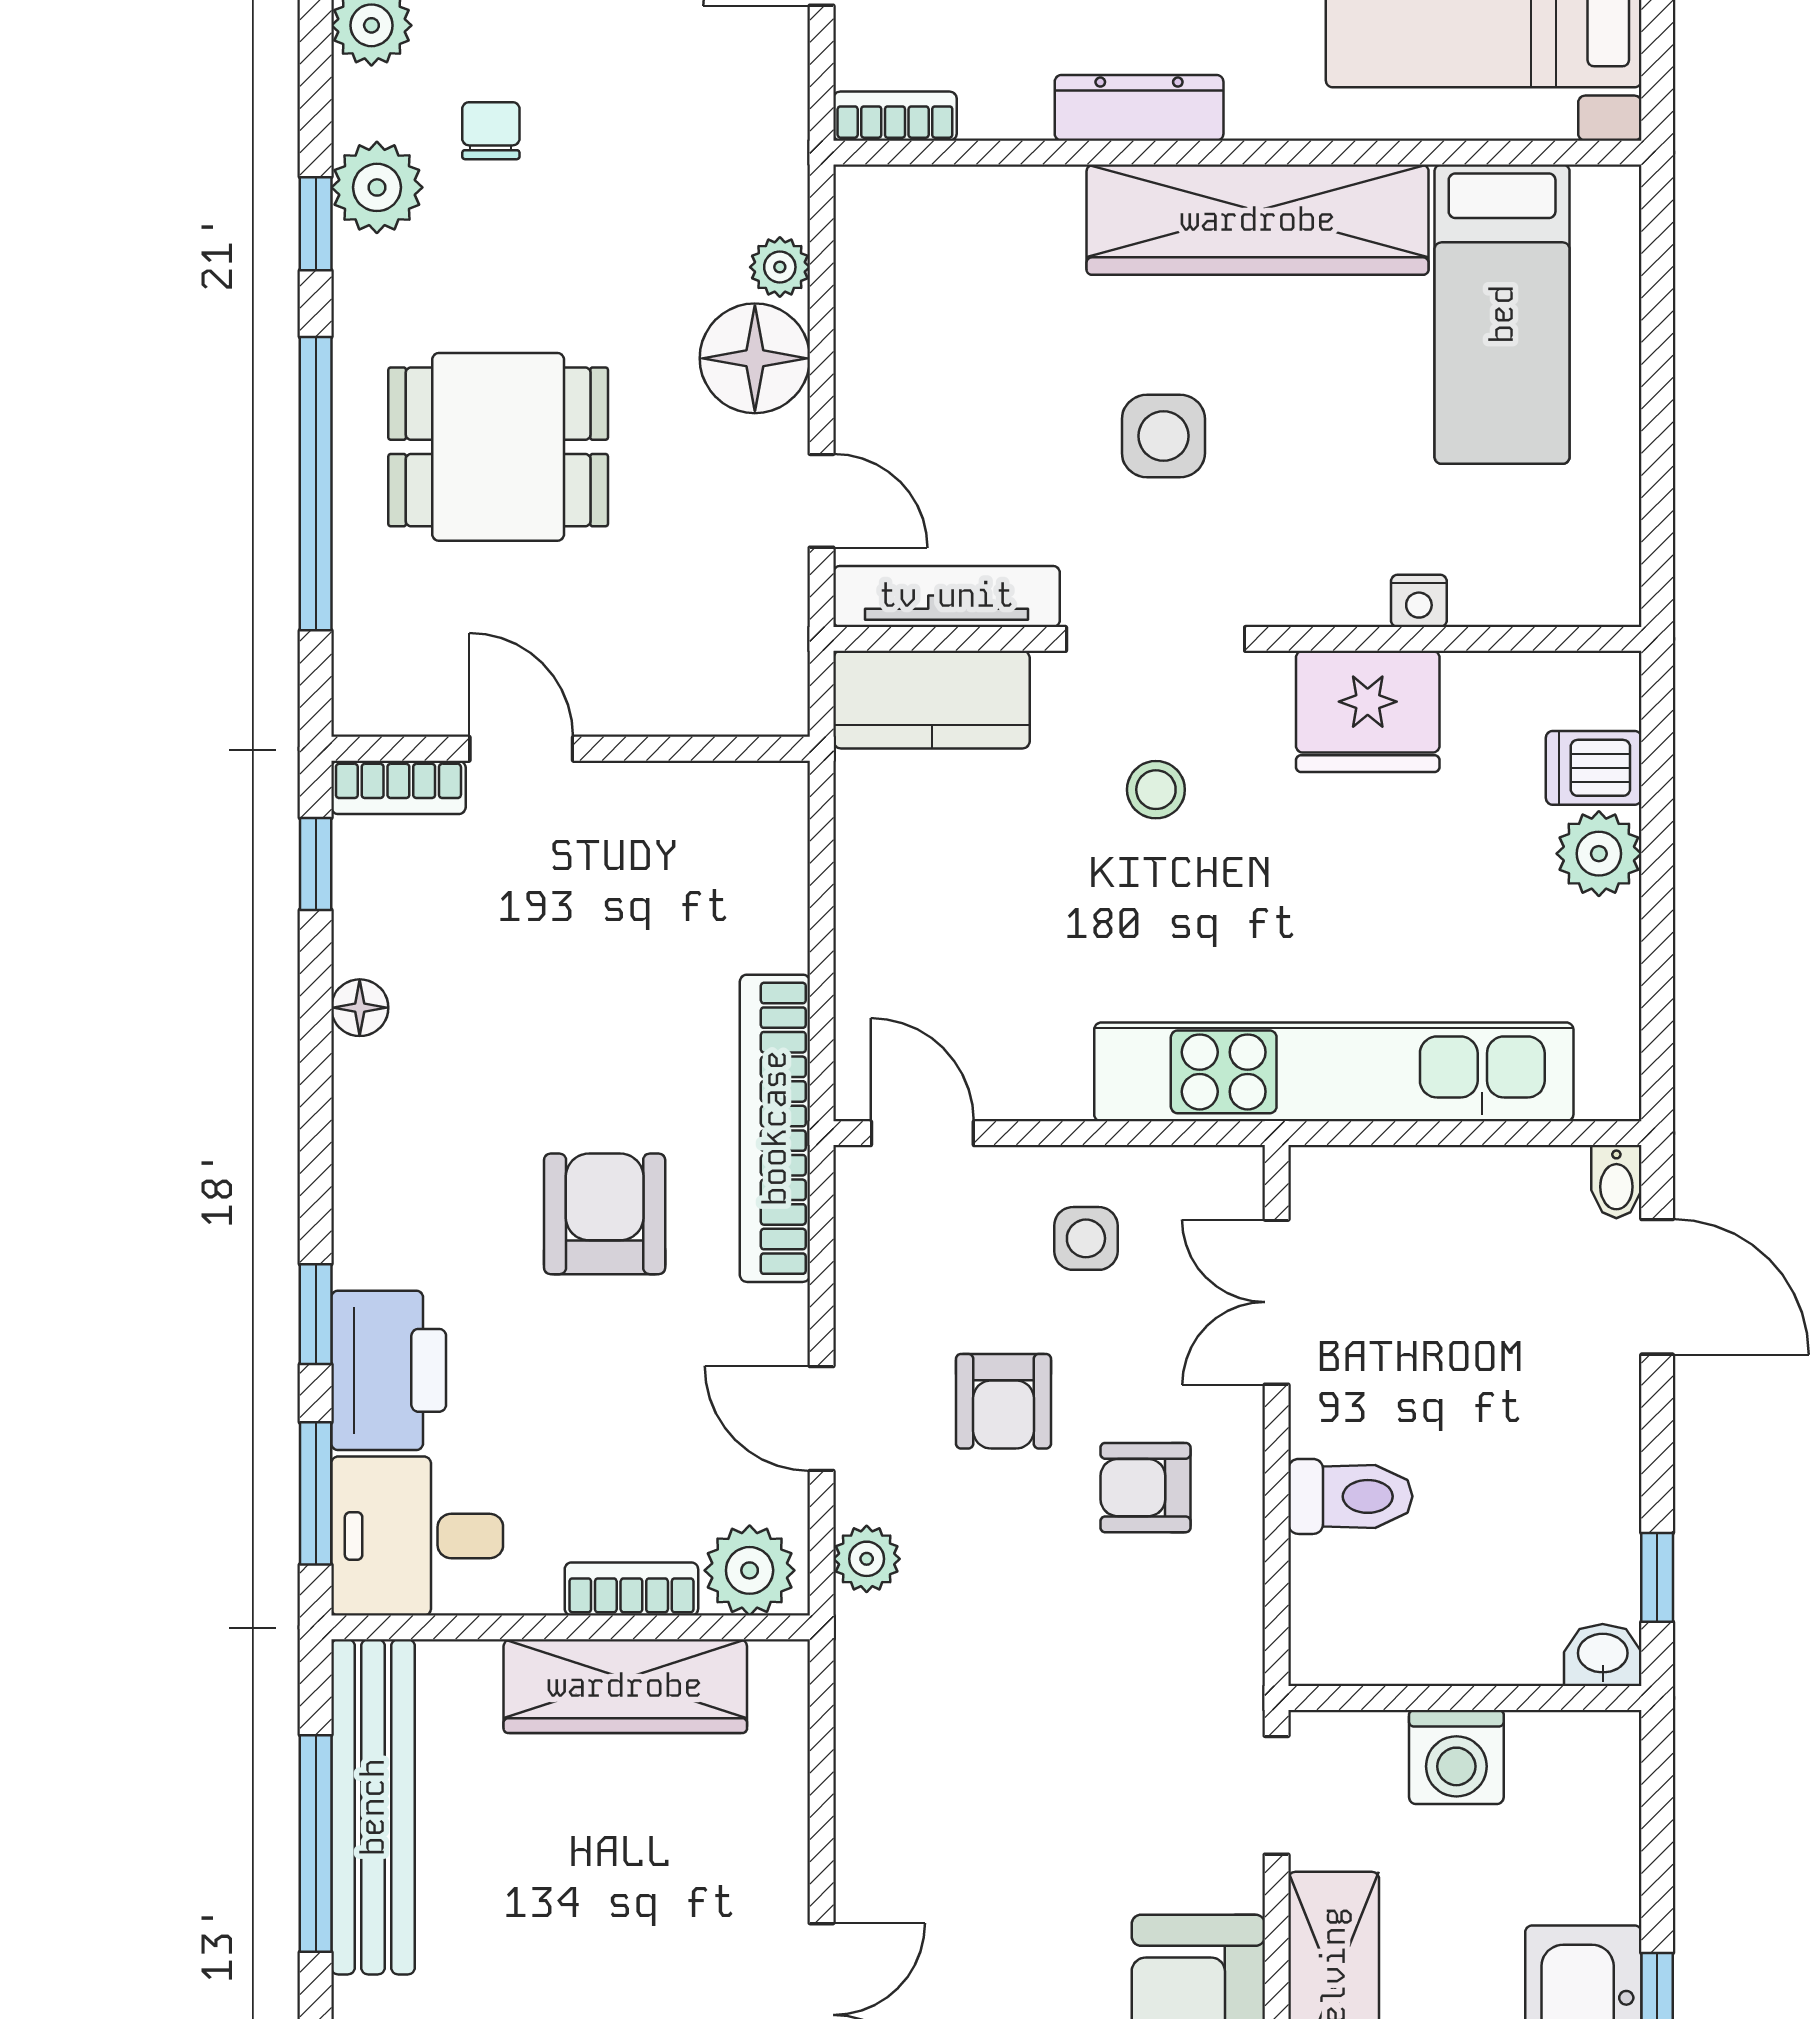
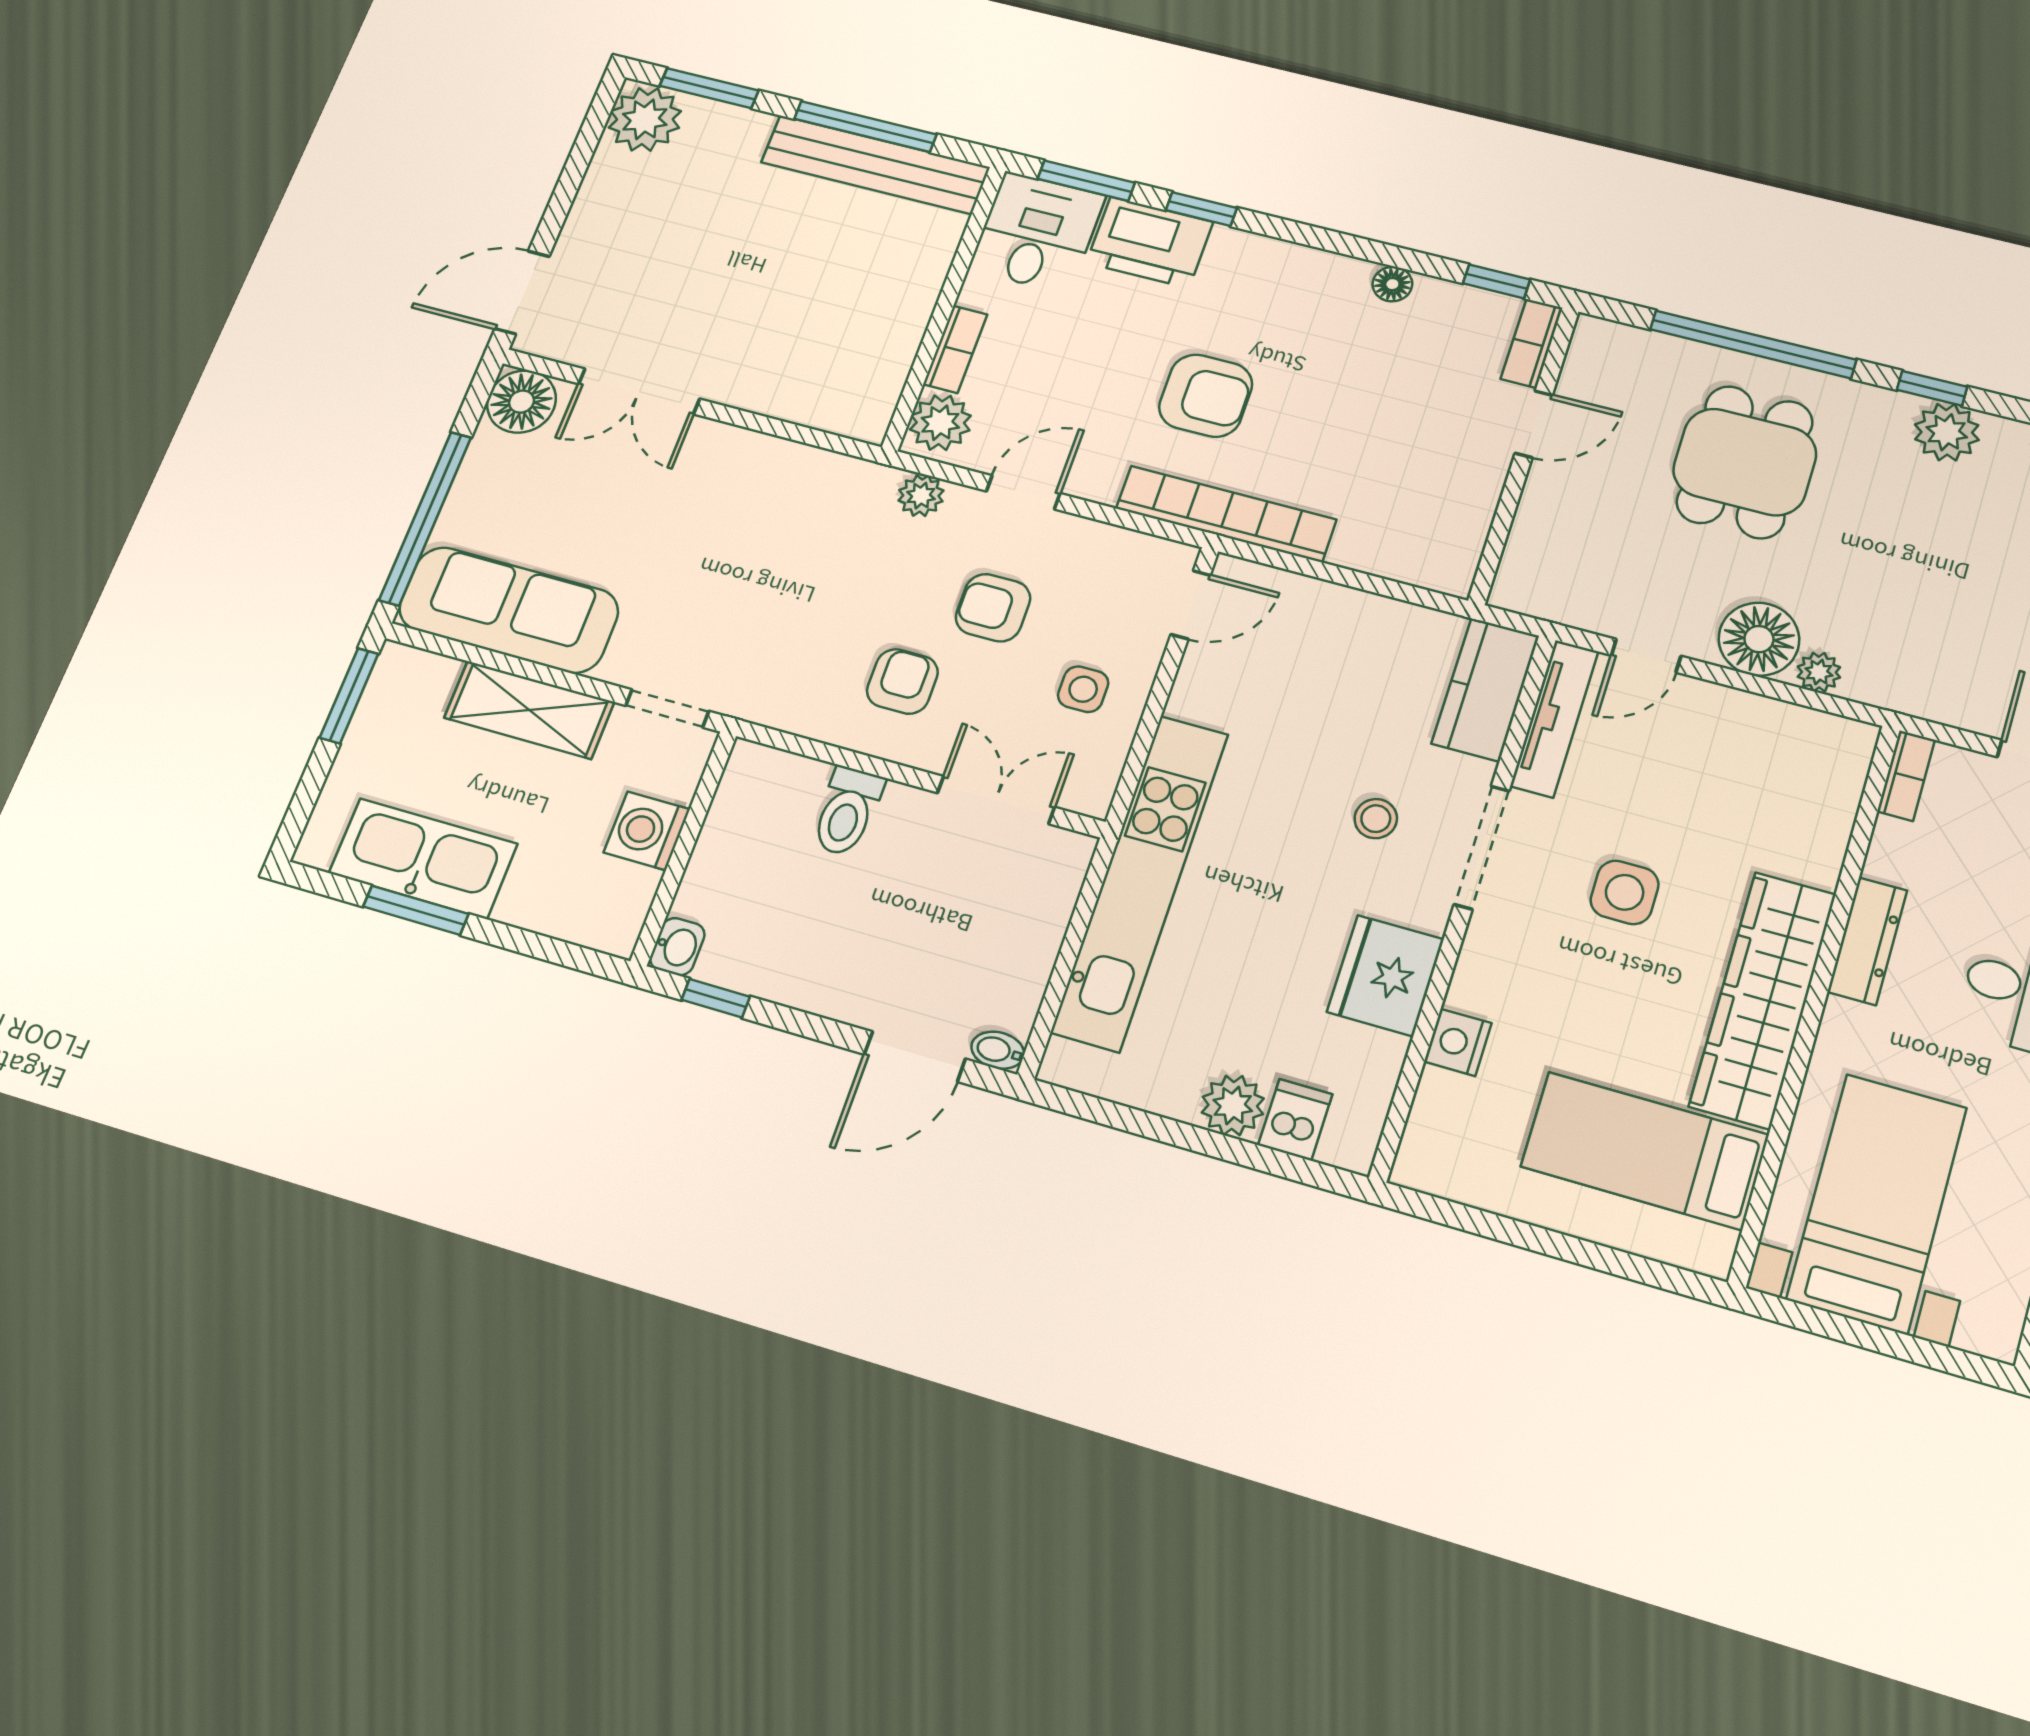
chair: (491, 131) -> (1967, 513), removed
nightstand: (1419, 601) -> (1458, 1042), width x1.39, depth x1.35
wardrobe: (625, 1686) -> (894, 330), removed

